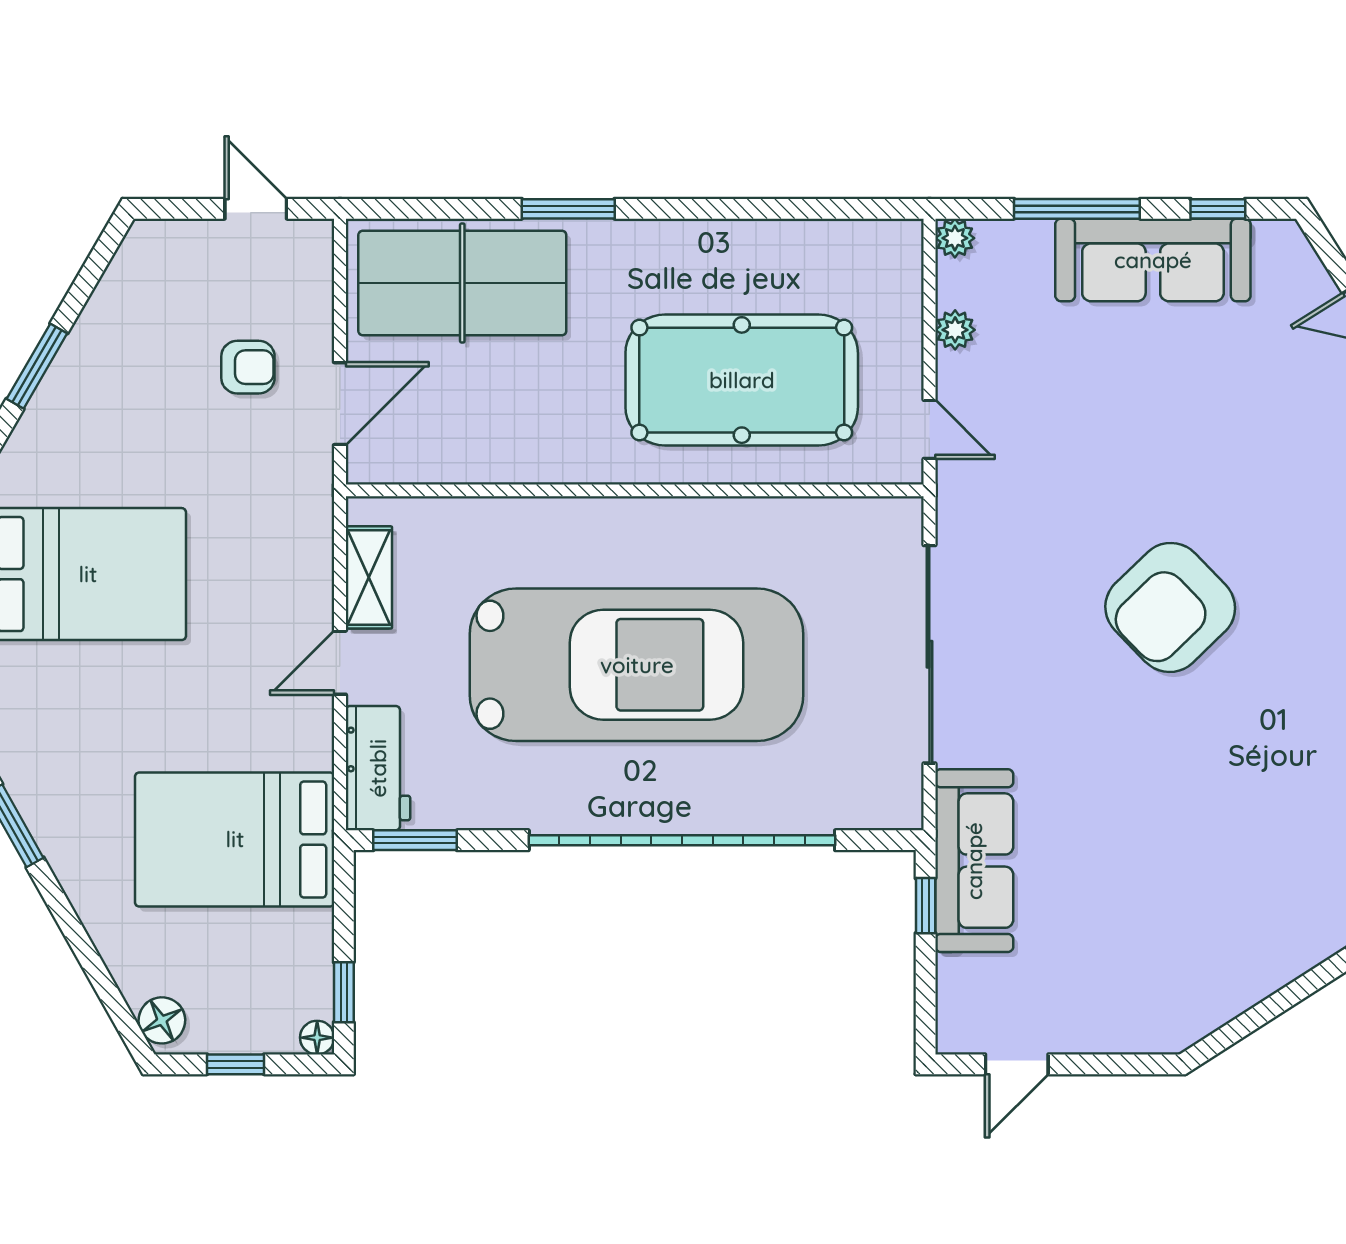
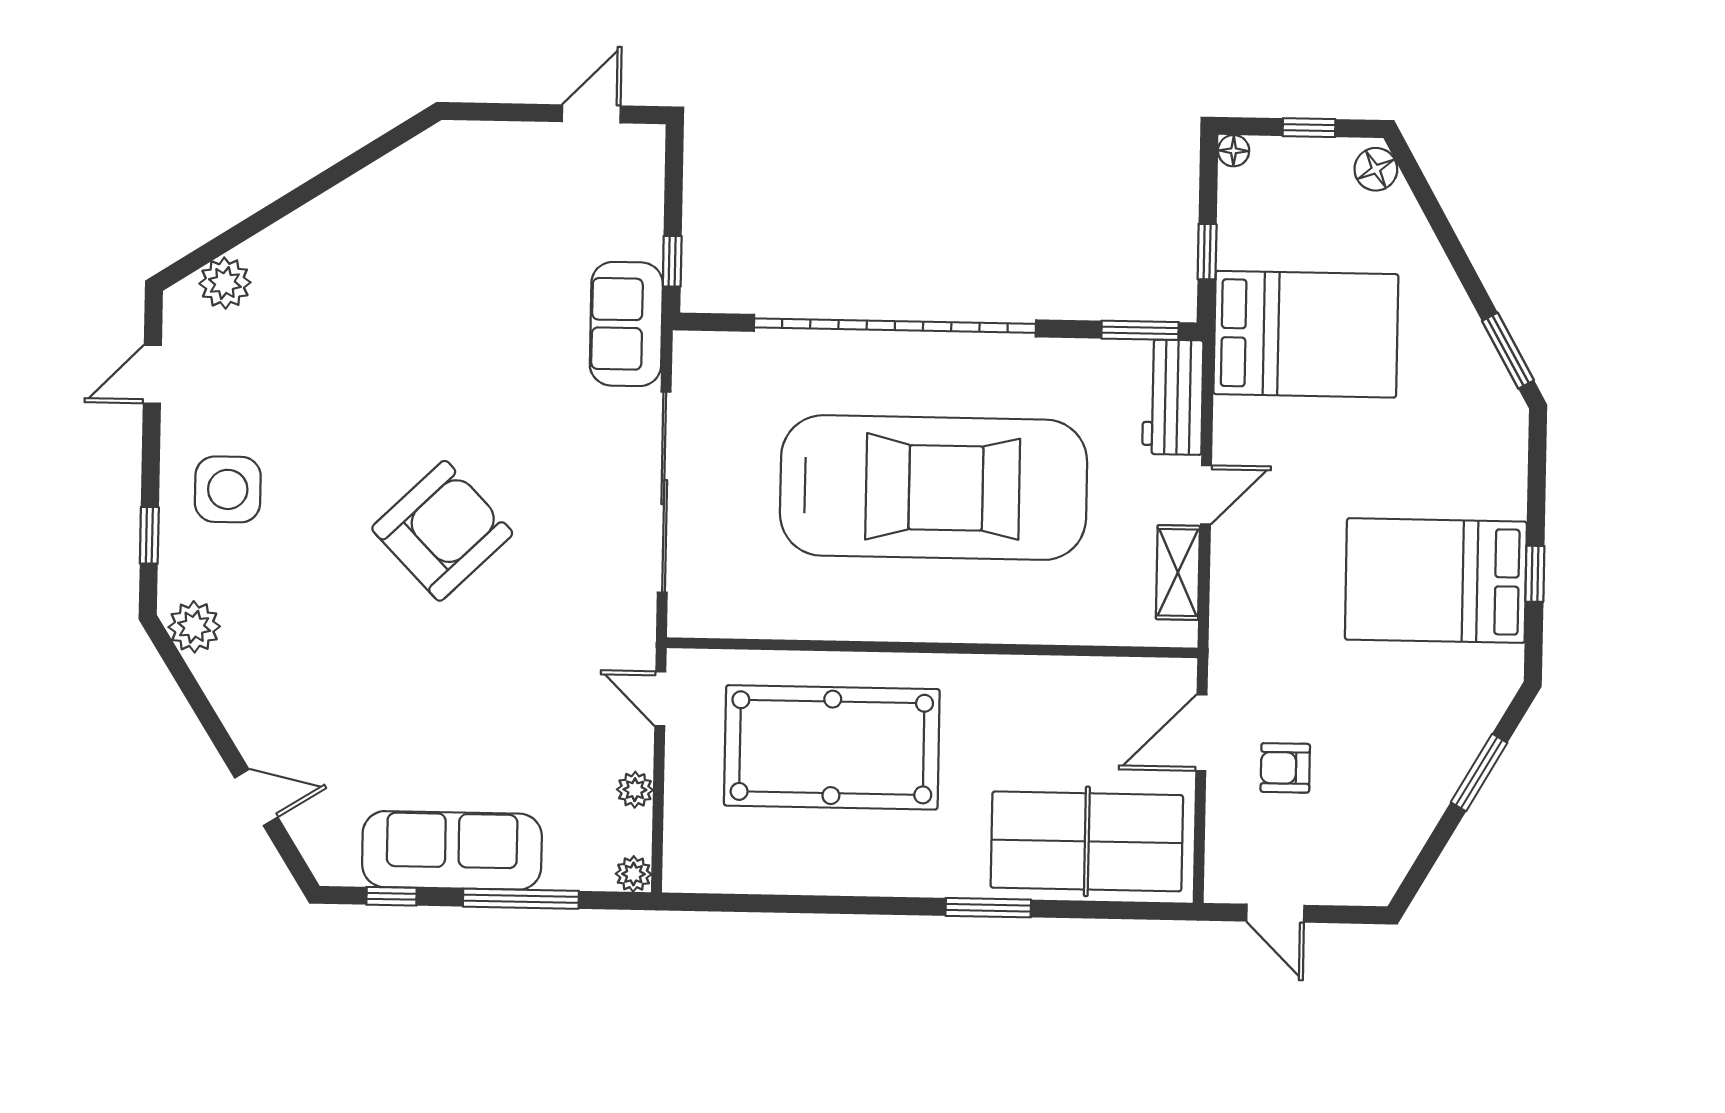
car: (637, 665) -> (934, 488), turned 180
sofa: (974, 861) -> (626, 324), width x0.73
window: (344, 992) -> (1207, 252), moved

